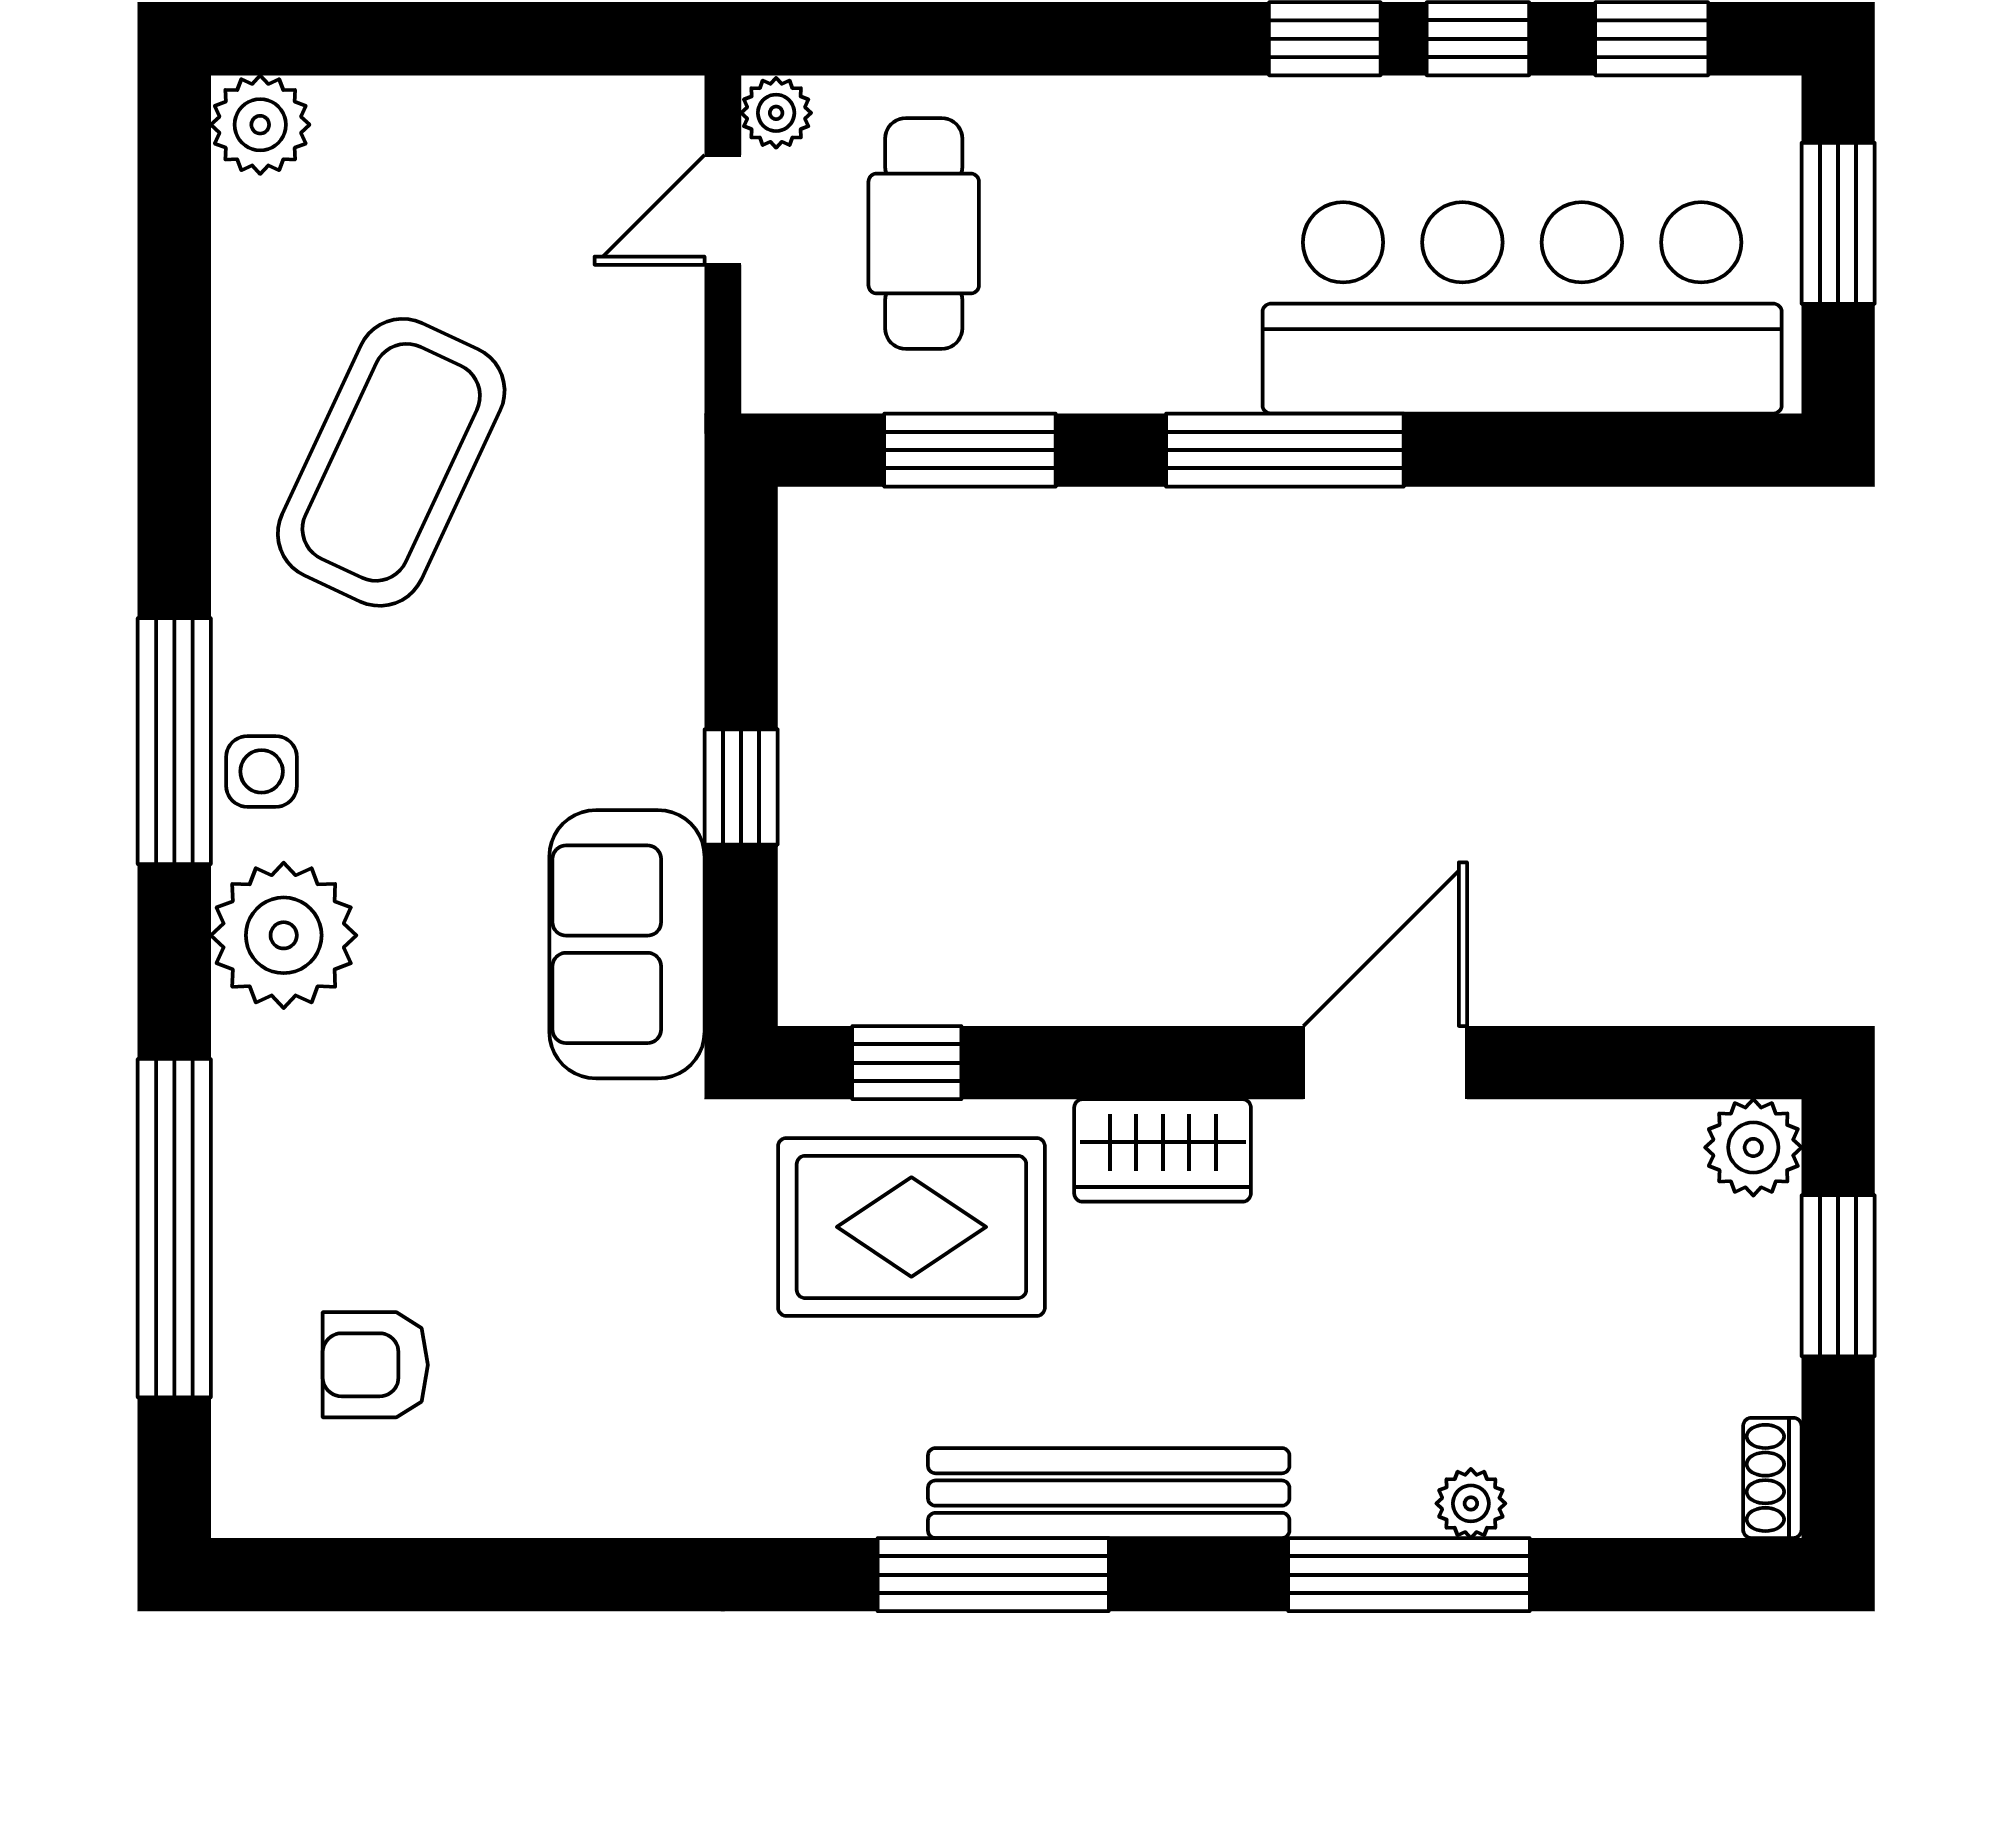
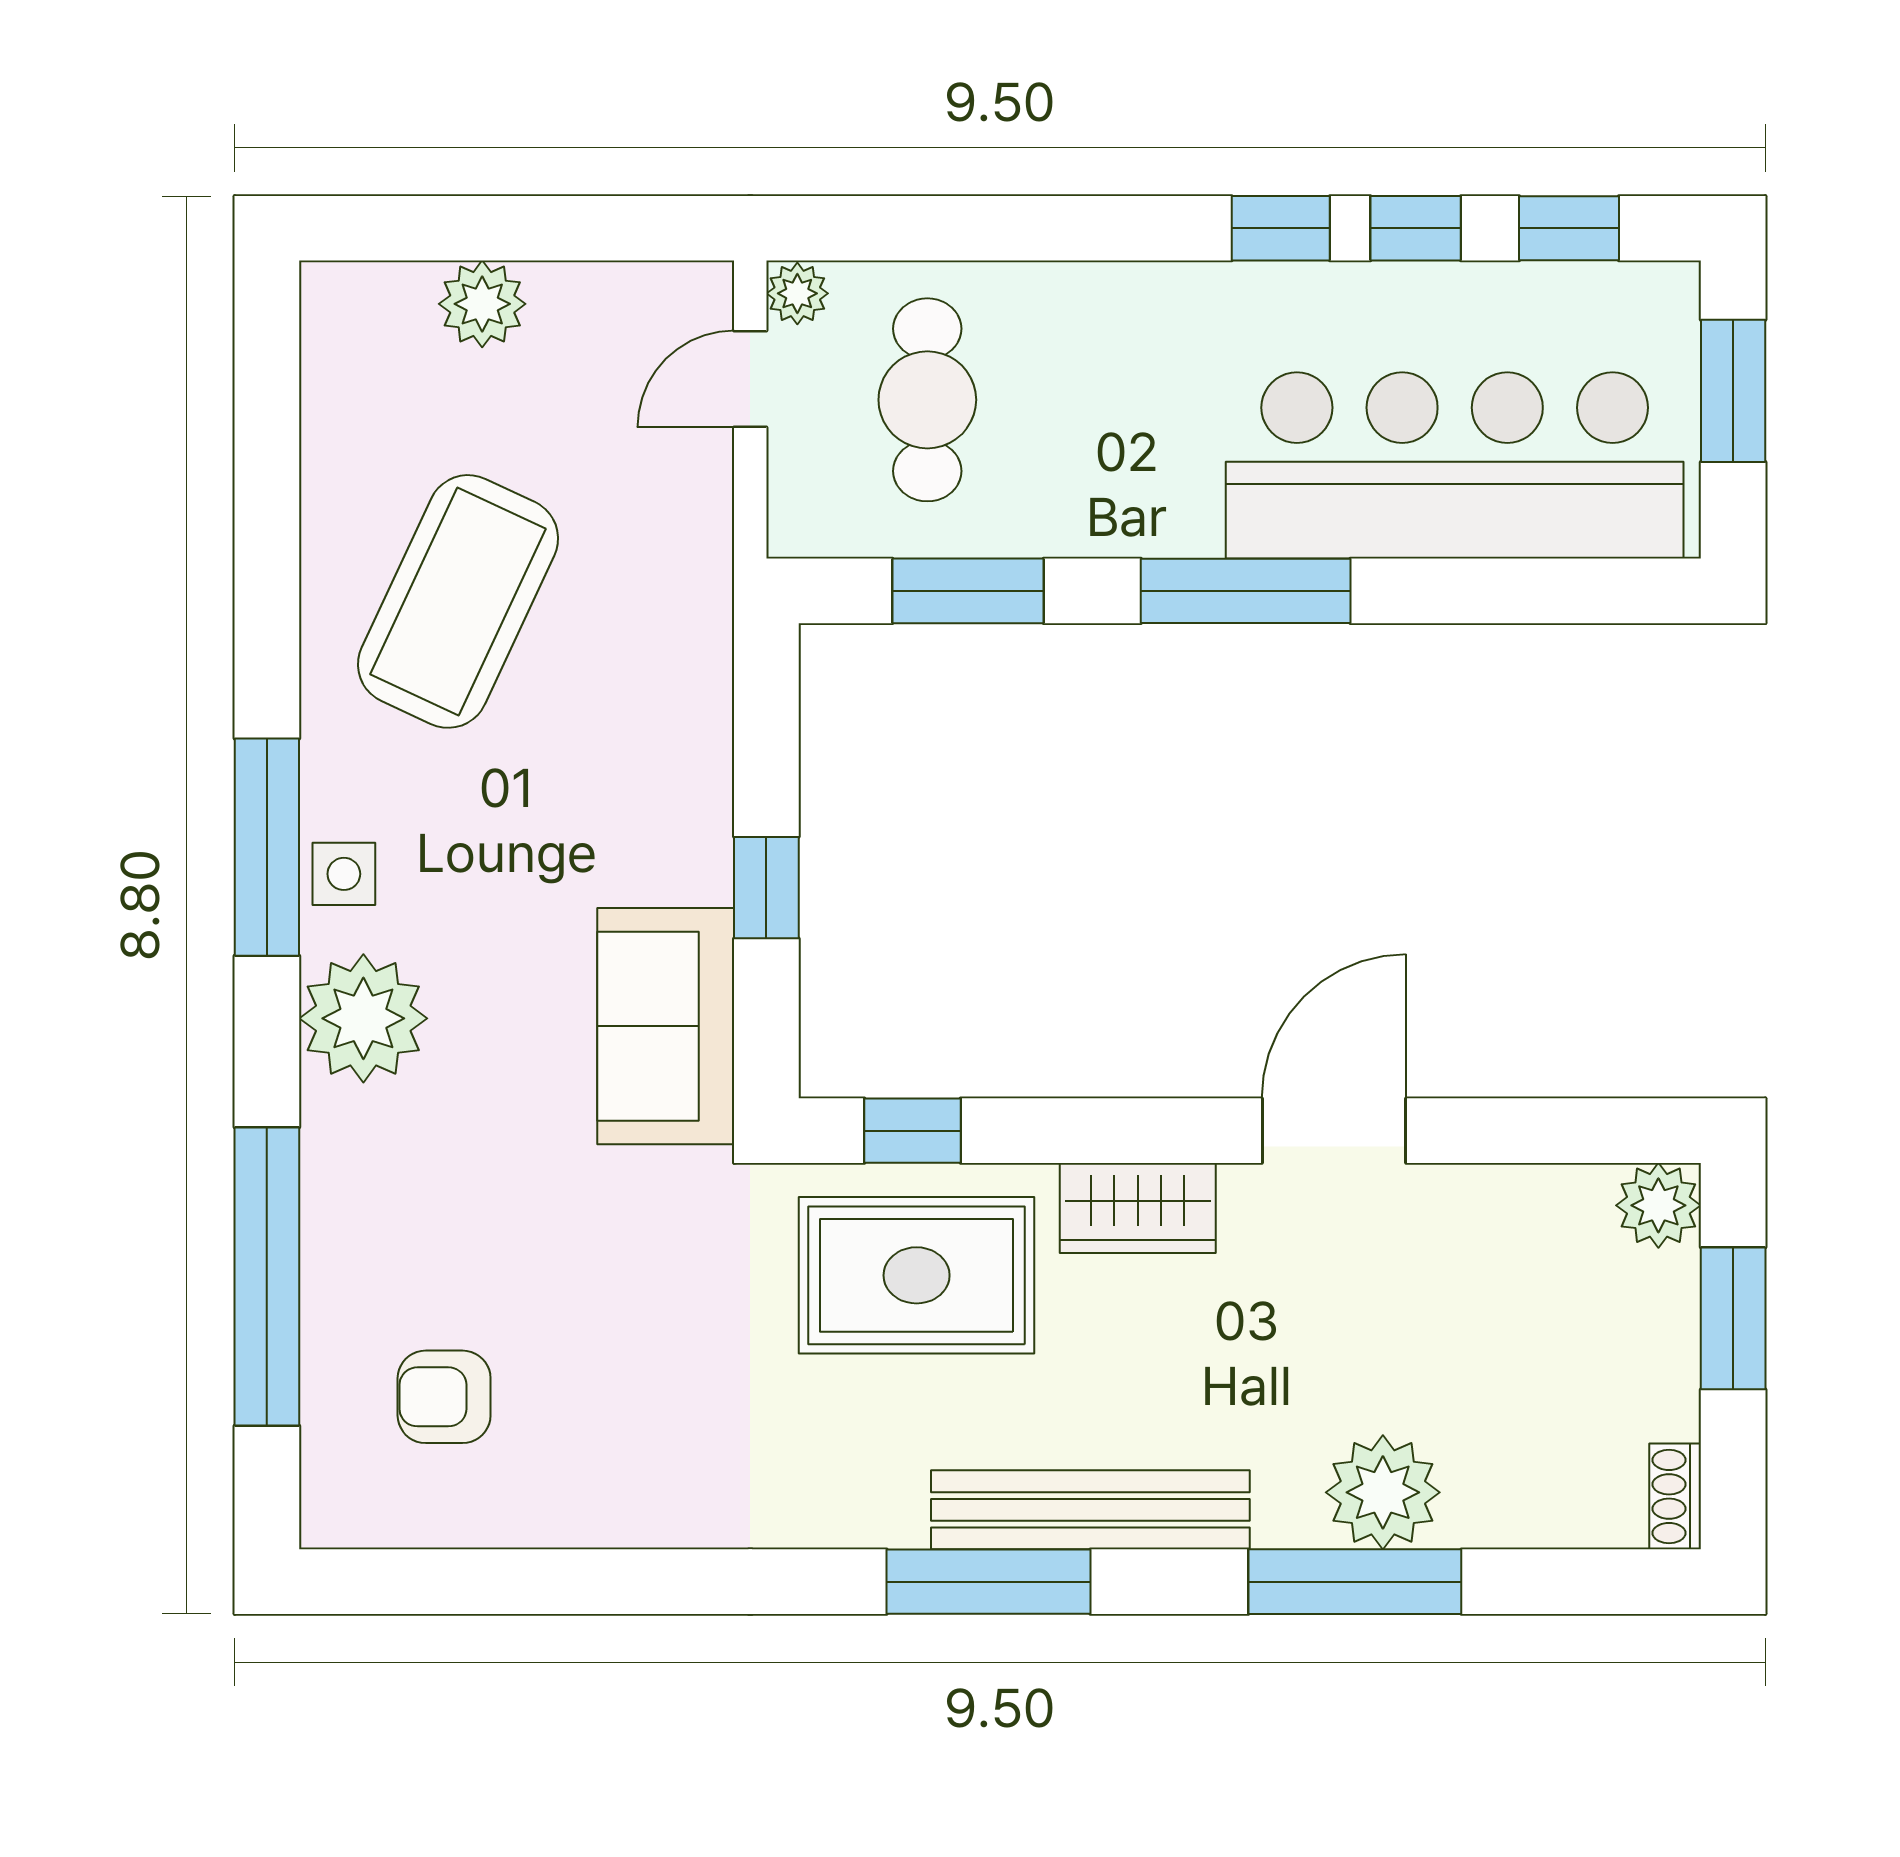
plant: (260, 125) -> (482, 304), moved
plant: (1471, 1503) -> (1383, 1492), width x1.88, depth x1.88

